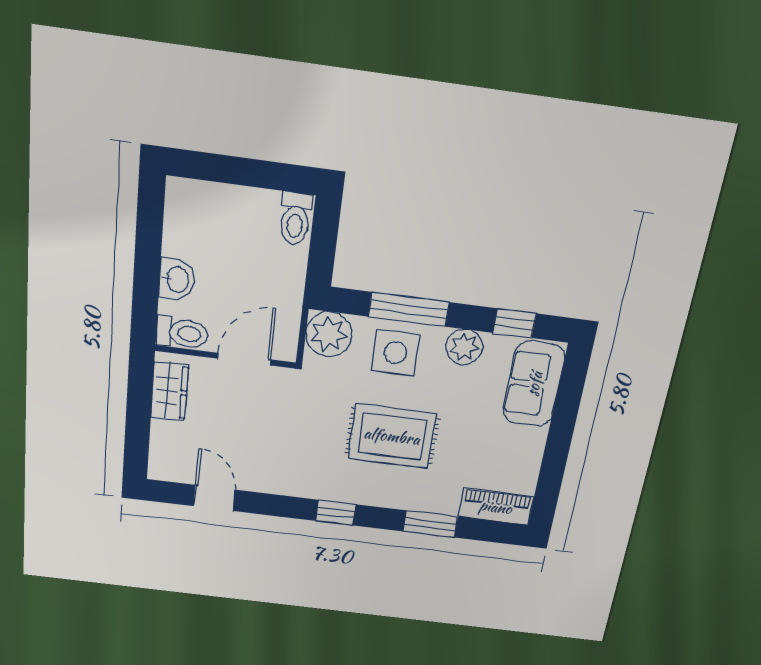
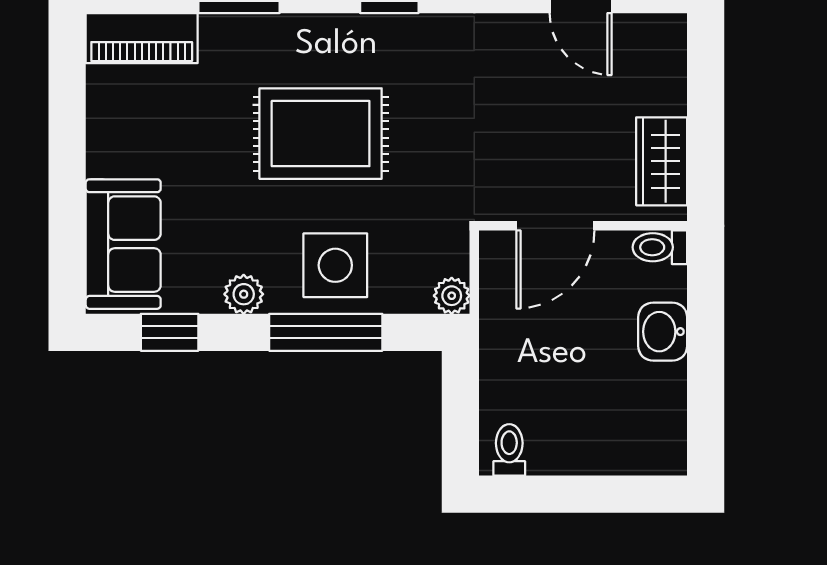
toilet: (295, 219) -> (509, 450), width x0.73, depth x0.72
toilet: (182, 333) -> (660, 247), width x0.73, depth x0.72
plant: (329, 334) -> (452, 296), width x0.53, depth x0.53
plant: (464, 347) -> (244, 294), width x0.73, depth x0.73

